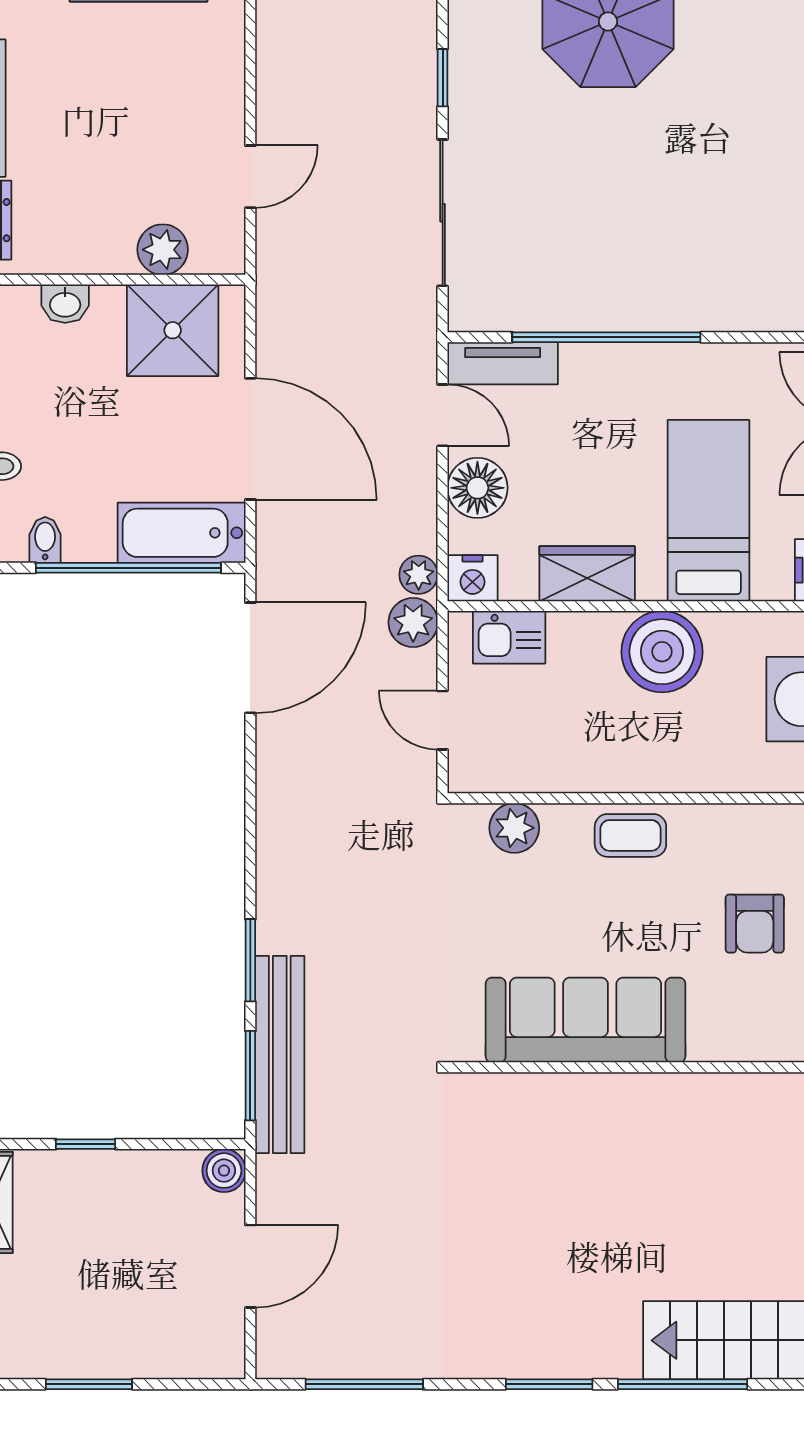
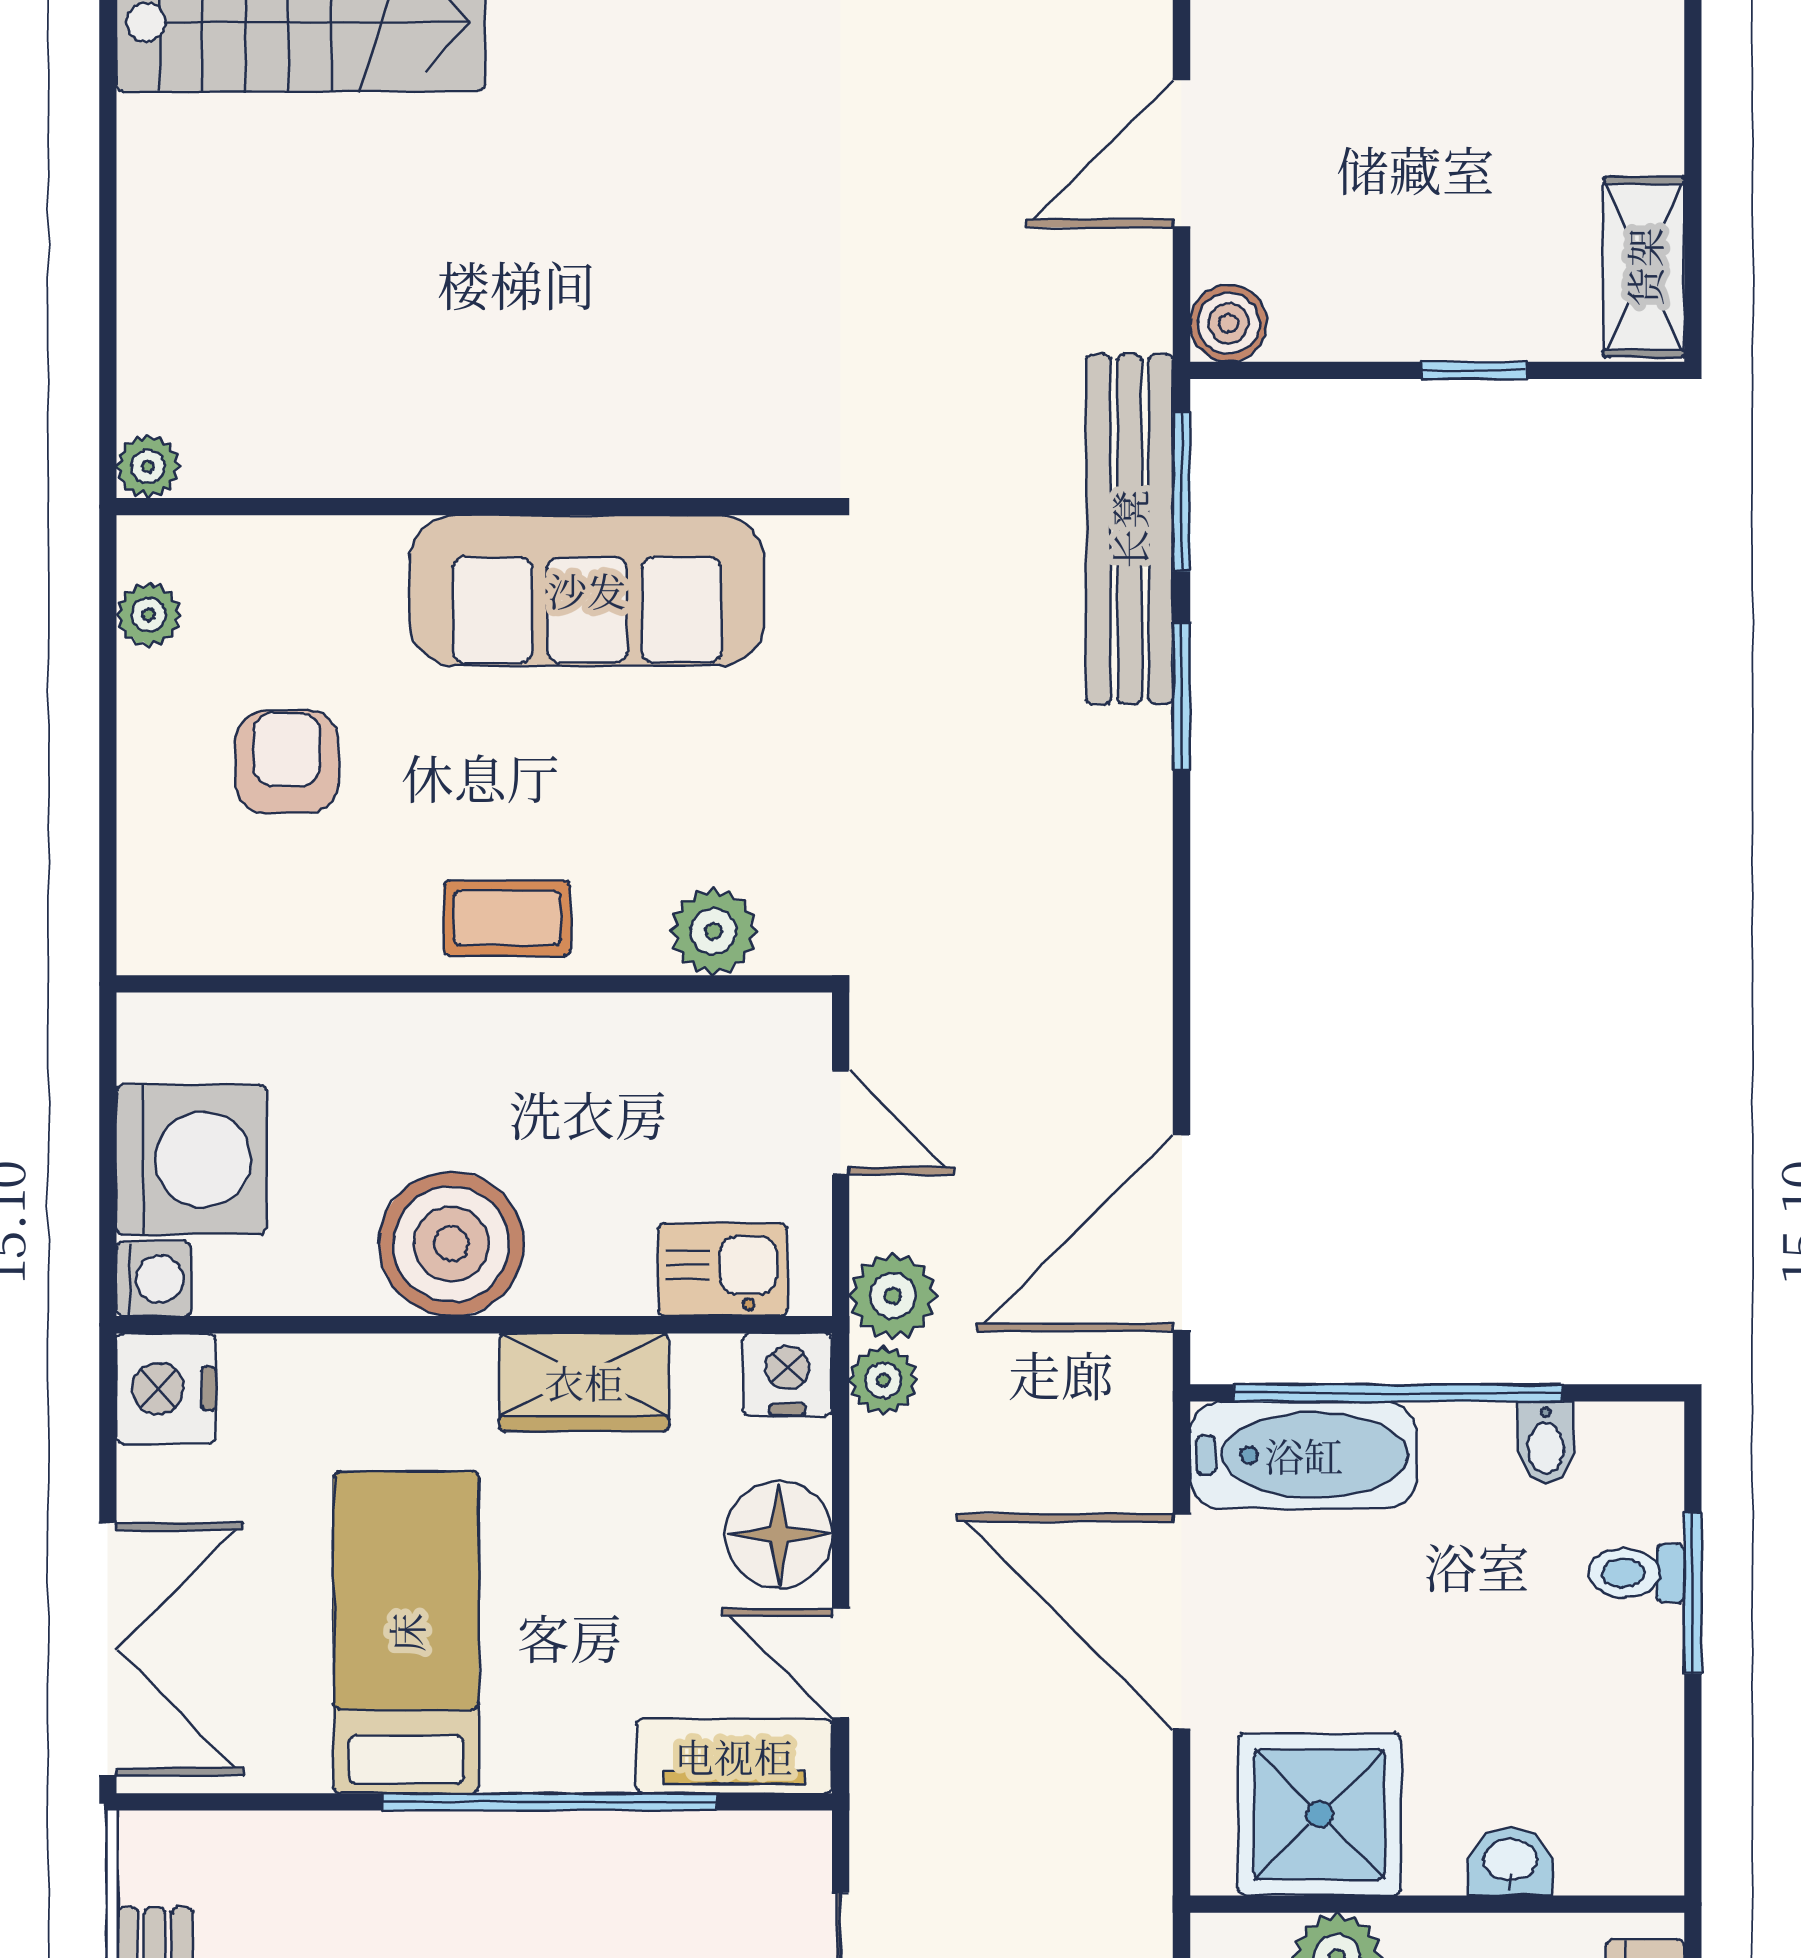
bed: (709, 511) -> (406, 1632), moved, turned 180

